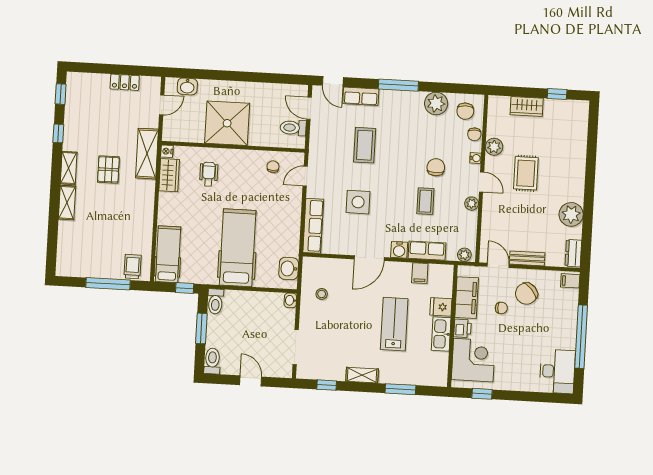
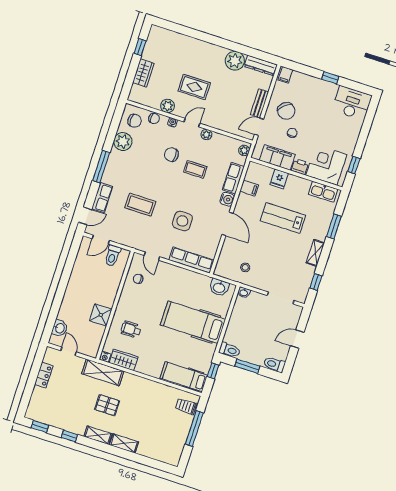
shower: (227, 123) -> (101, 315), width x0.54, depth x0.54
dresser: (573, 253) -> (260, 65), width x1.44
kitchen sink: (441, 334) -> (323, 192), moved
window: (581, 337) -> (330, 78), width x0.32

